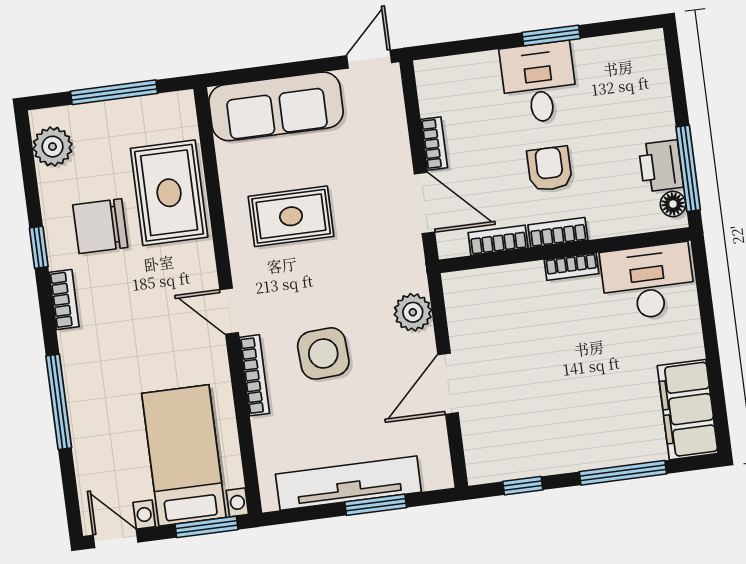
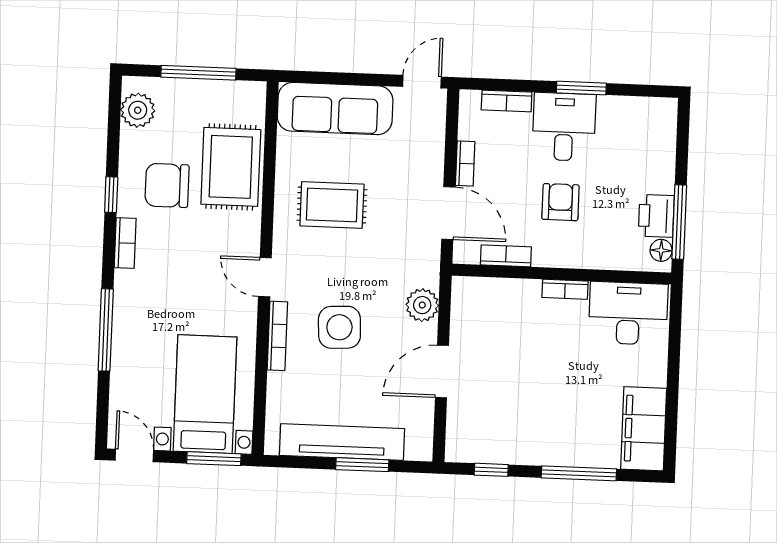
bookcase: (558, 233) -> (507, 101), moved, turned 180

